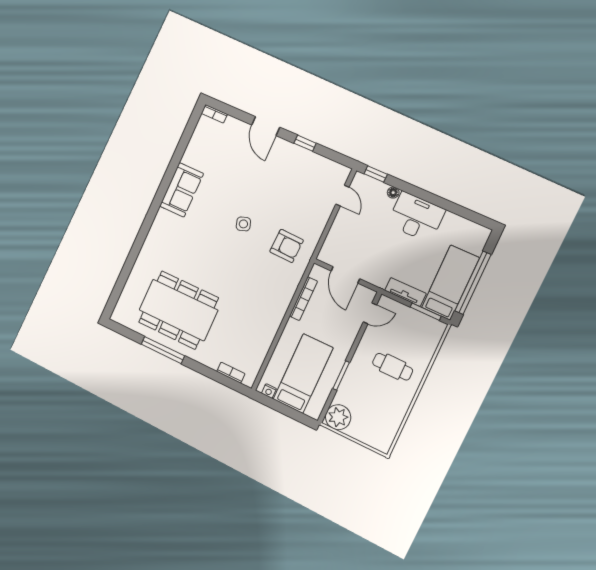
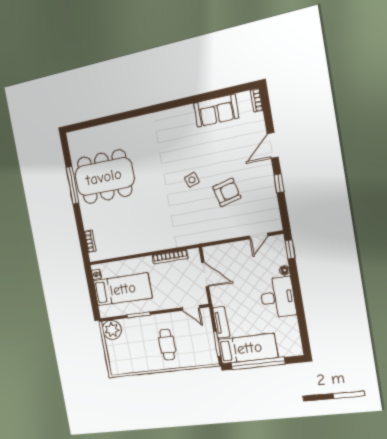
sofa: (181, 190) -> (216, 111), moved
armchair: (287, 246) -> (227, 192), moved, turned -105
door: (345, 275) -> (205, 275), swing flipped
dining table: (178, 310) -> (104, 177), turned 90

